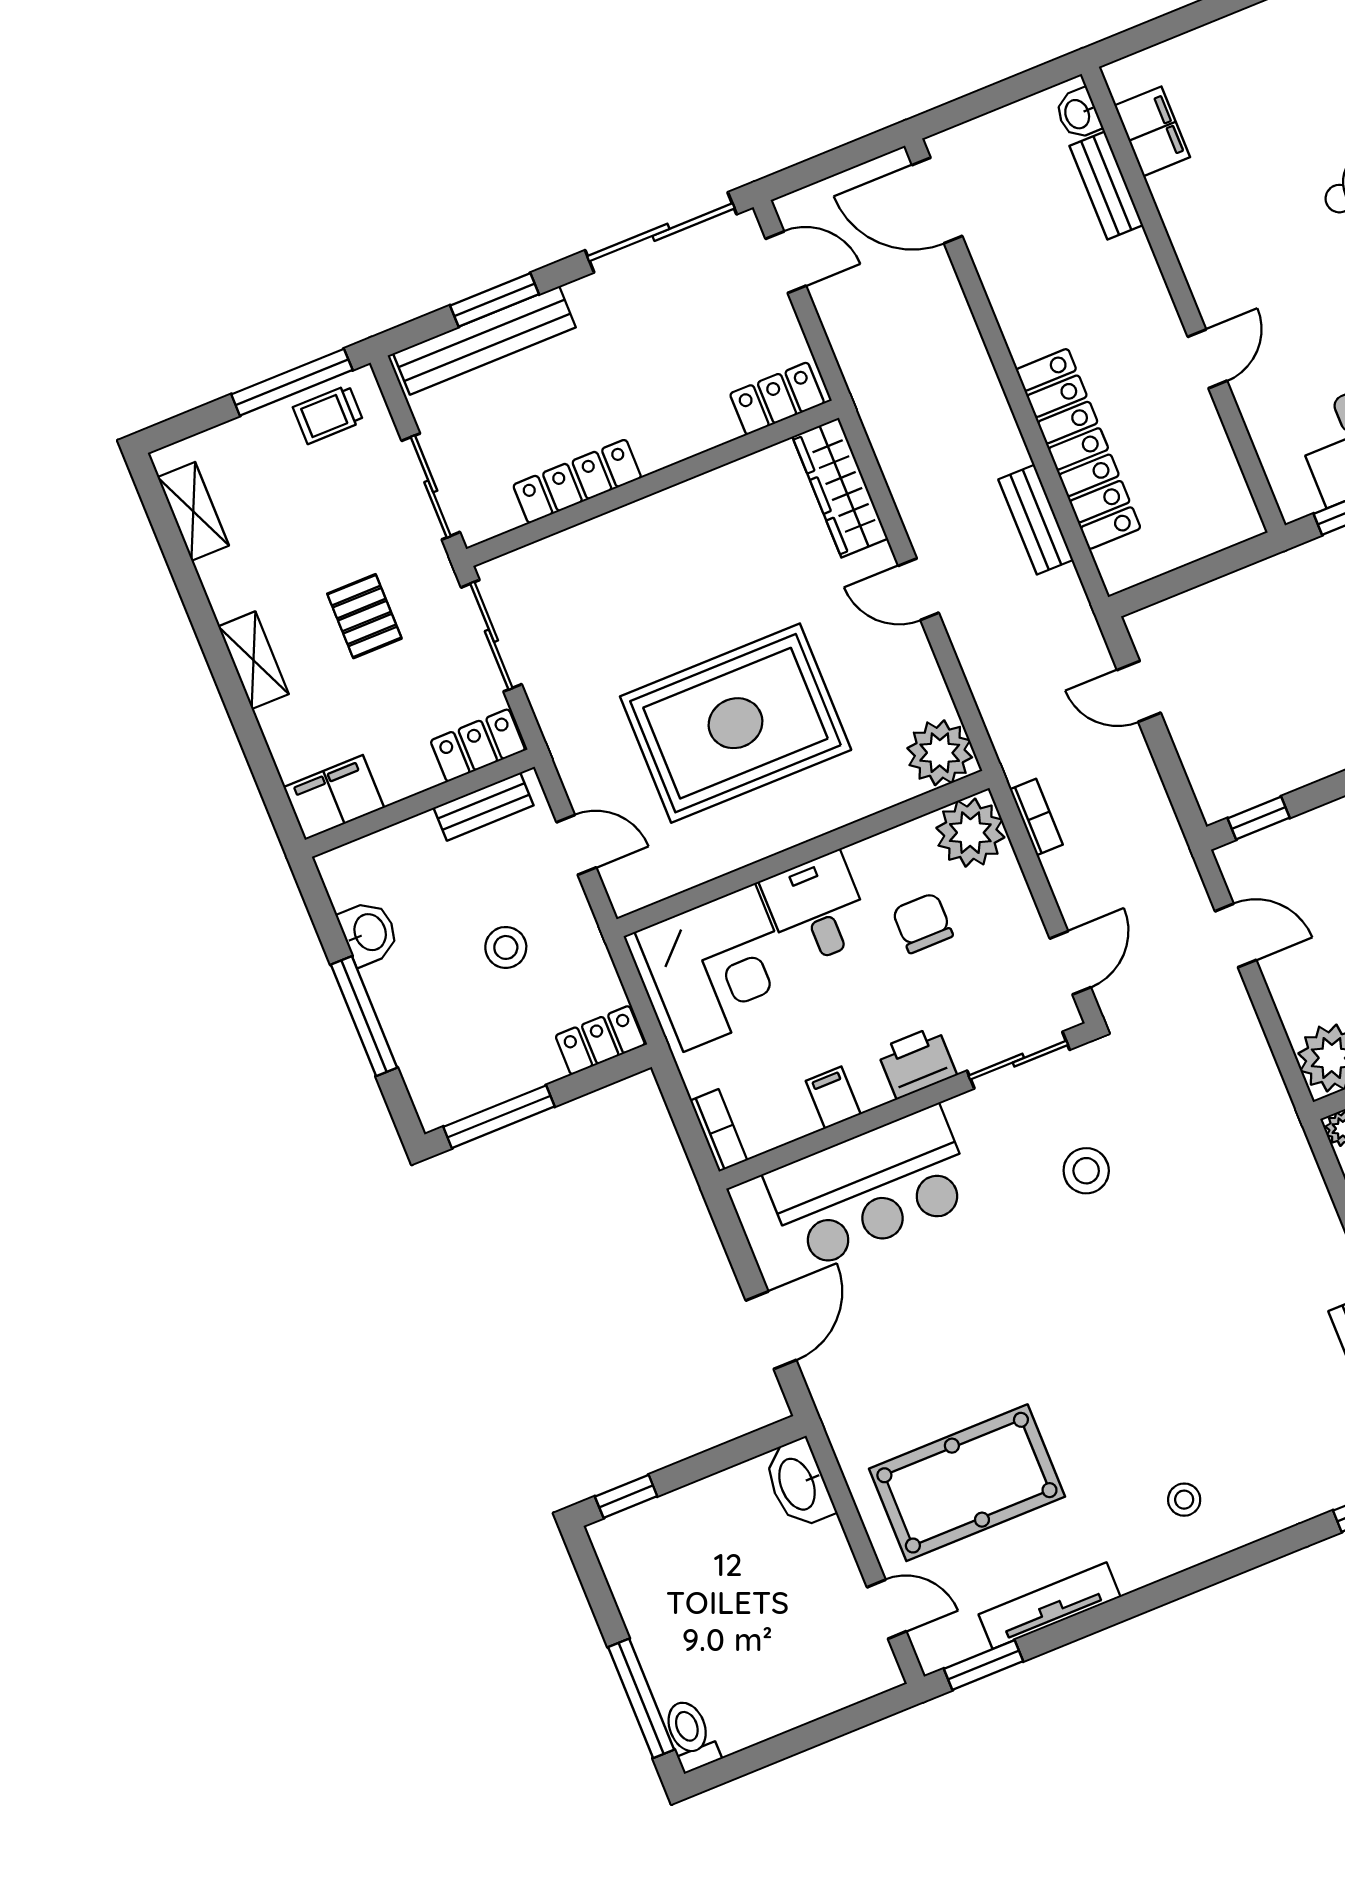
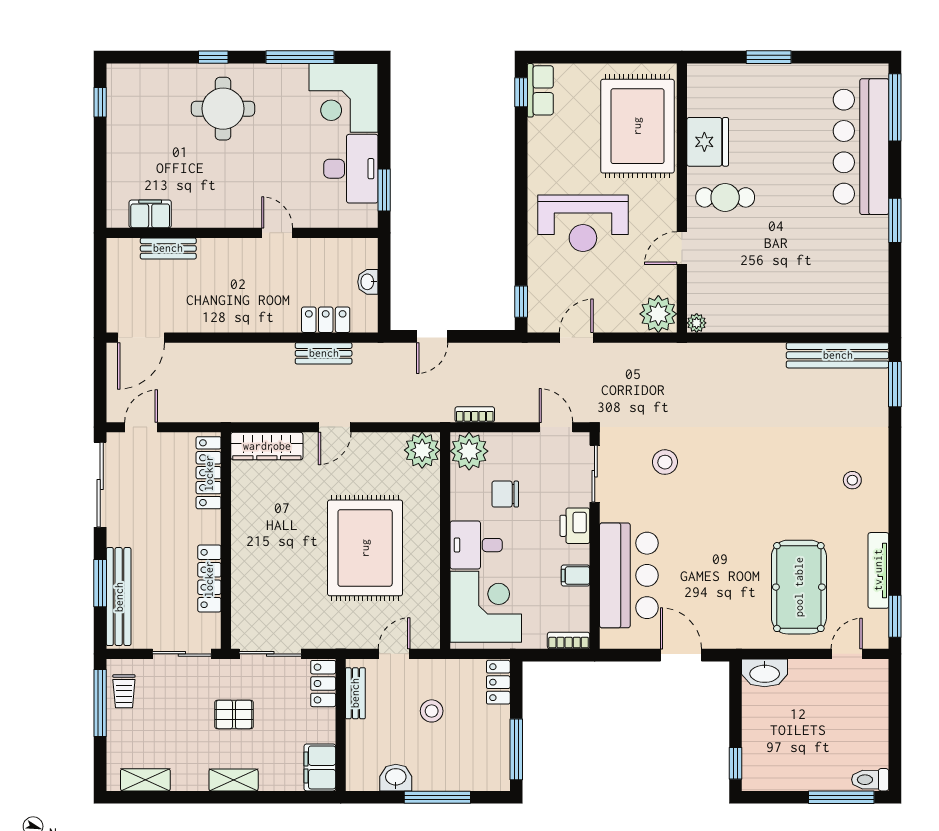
washbasin: (1078, 114) -> (368, 282), moved, turned 90
locker: (777, 399) -> (209, 473), width x1.53
locker: (1078, 449) -> (326, 320), width x0.46, depth x0.83

